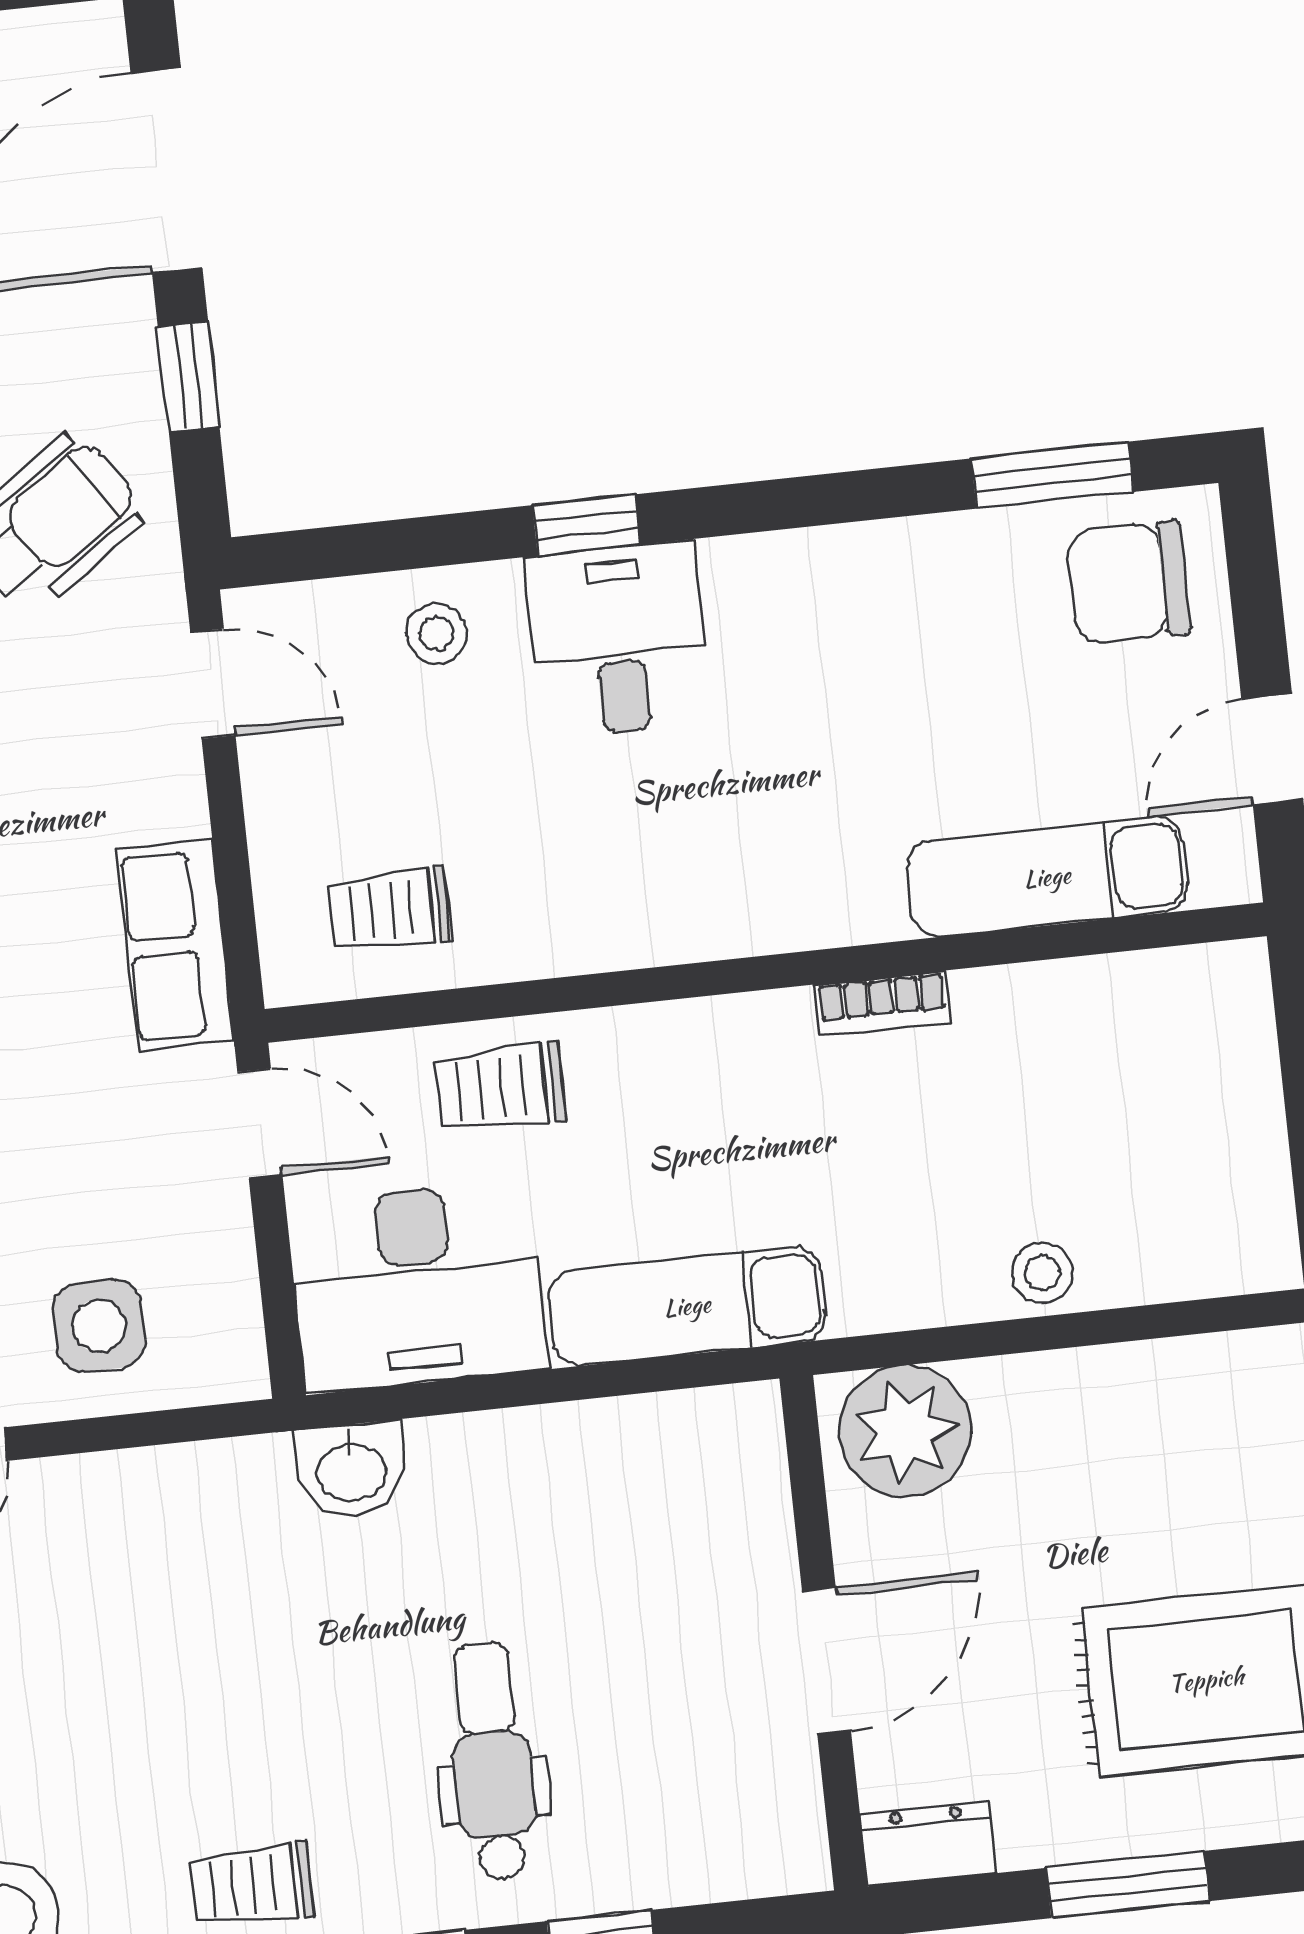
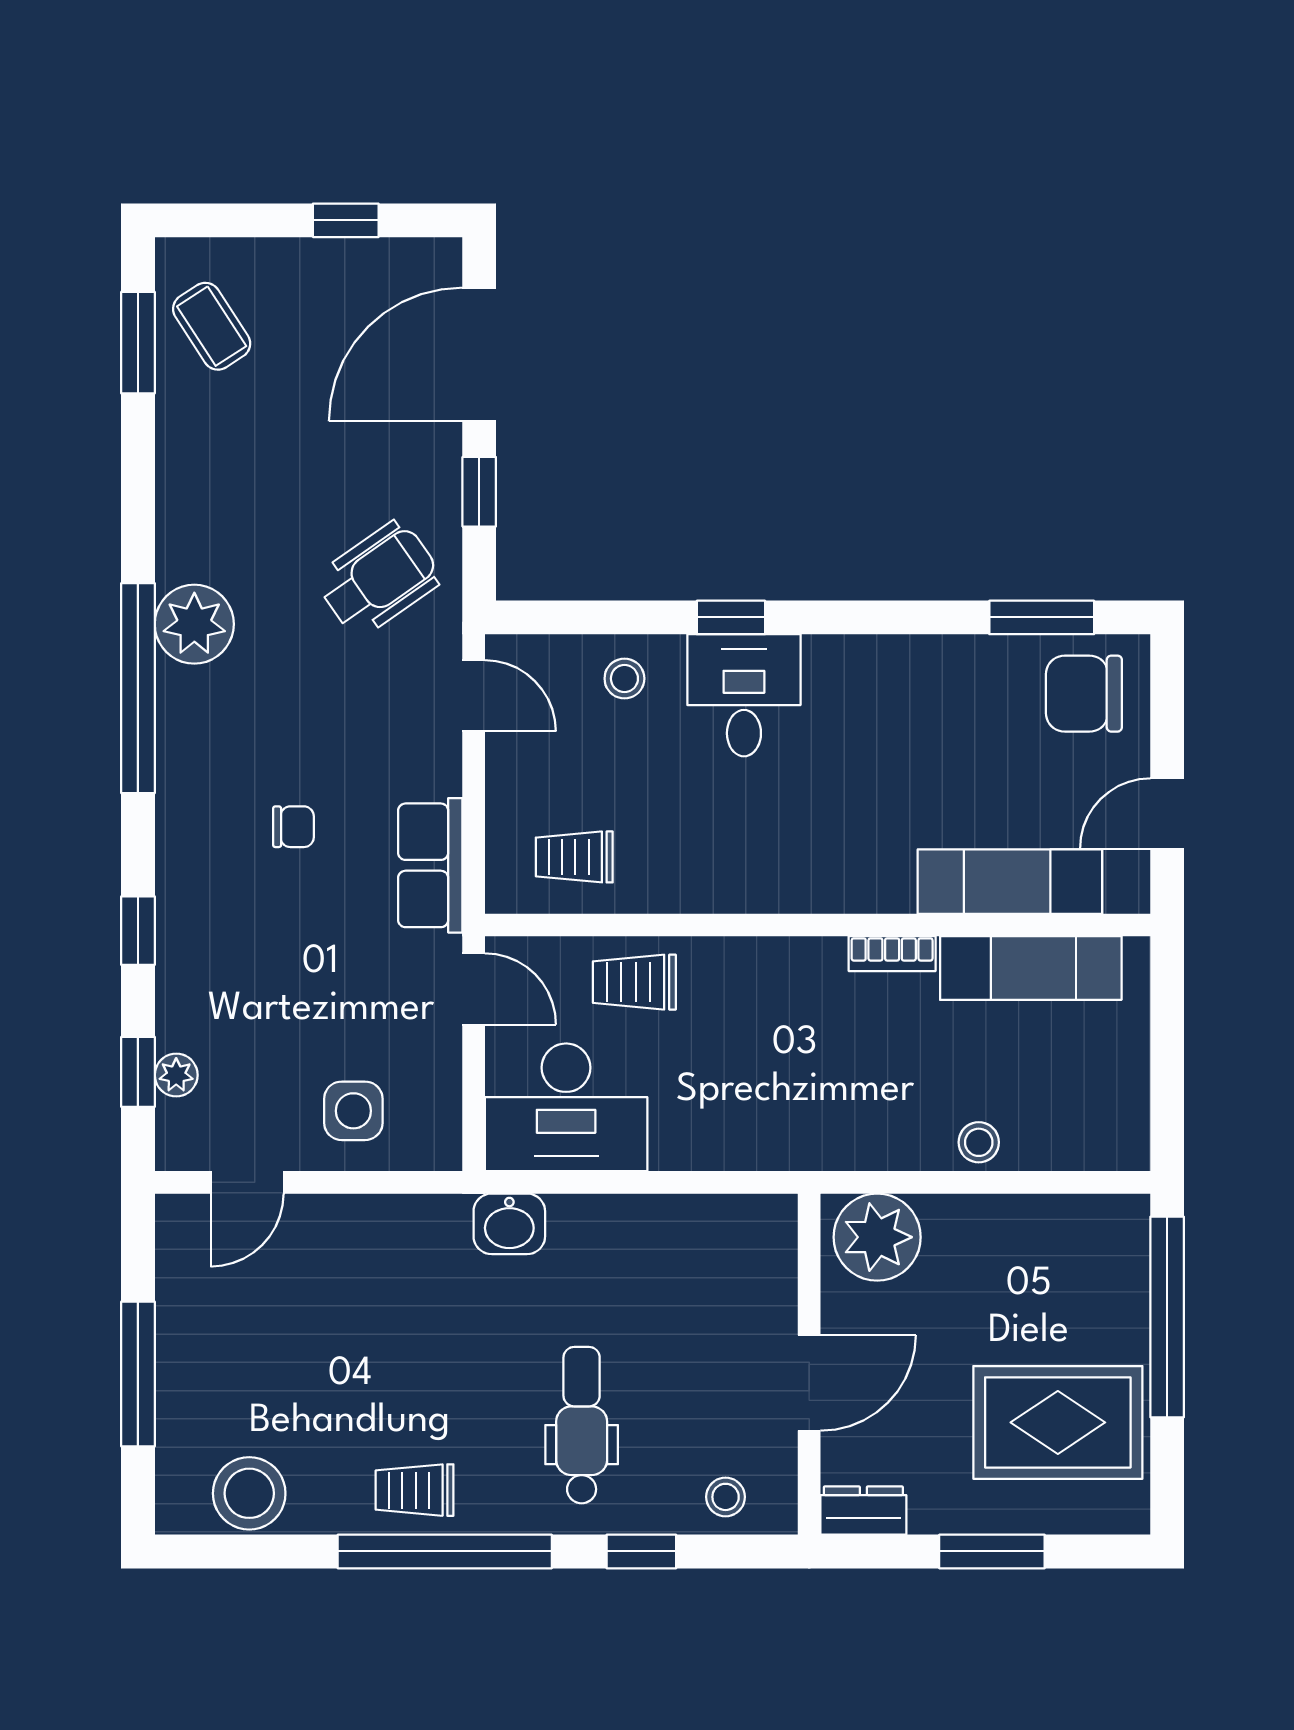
exam couch: (687, 1306) -> (1031, 968), moved, turned 180
stool: (719, 1845) -> (726, 1497), added

